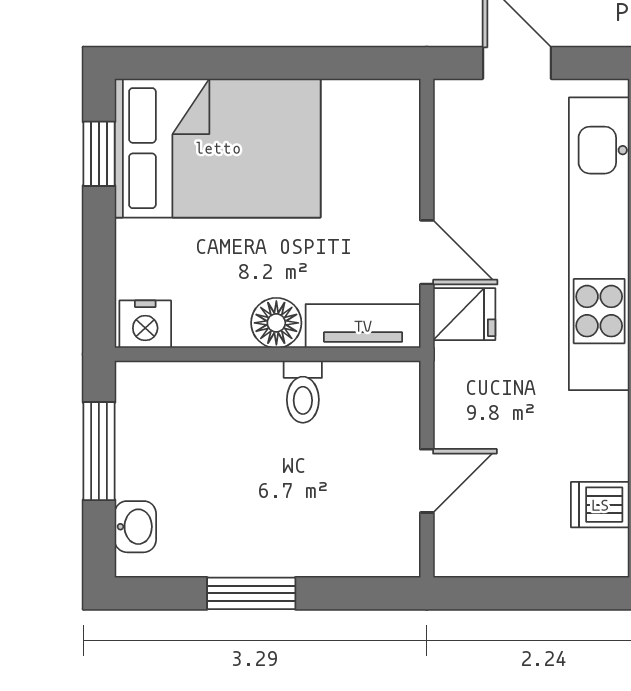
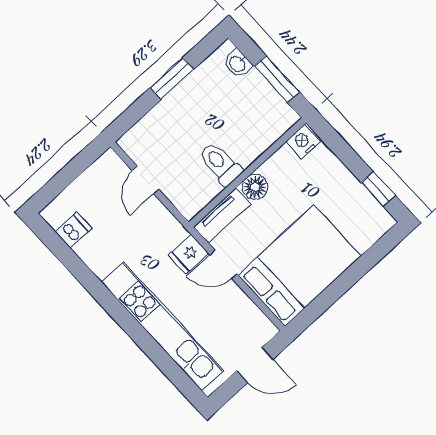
bed: (218, 148) -> (299, 266), moved, turned 180
toilet: (303, 392) -> (220, 164), width x1.37, depth x1.39

